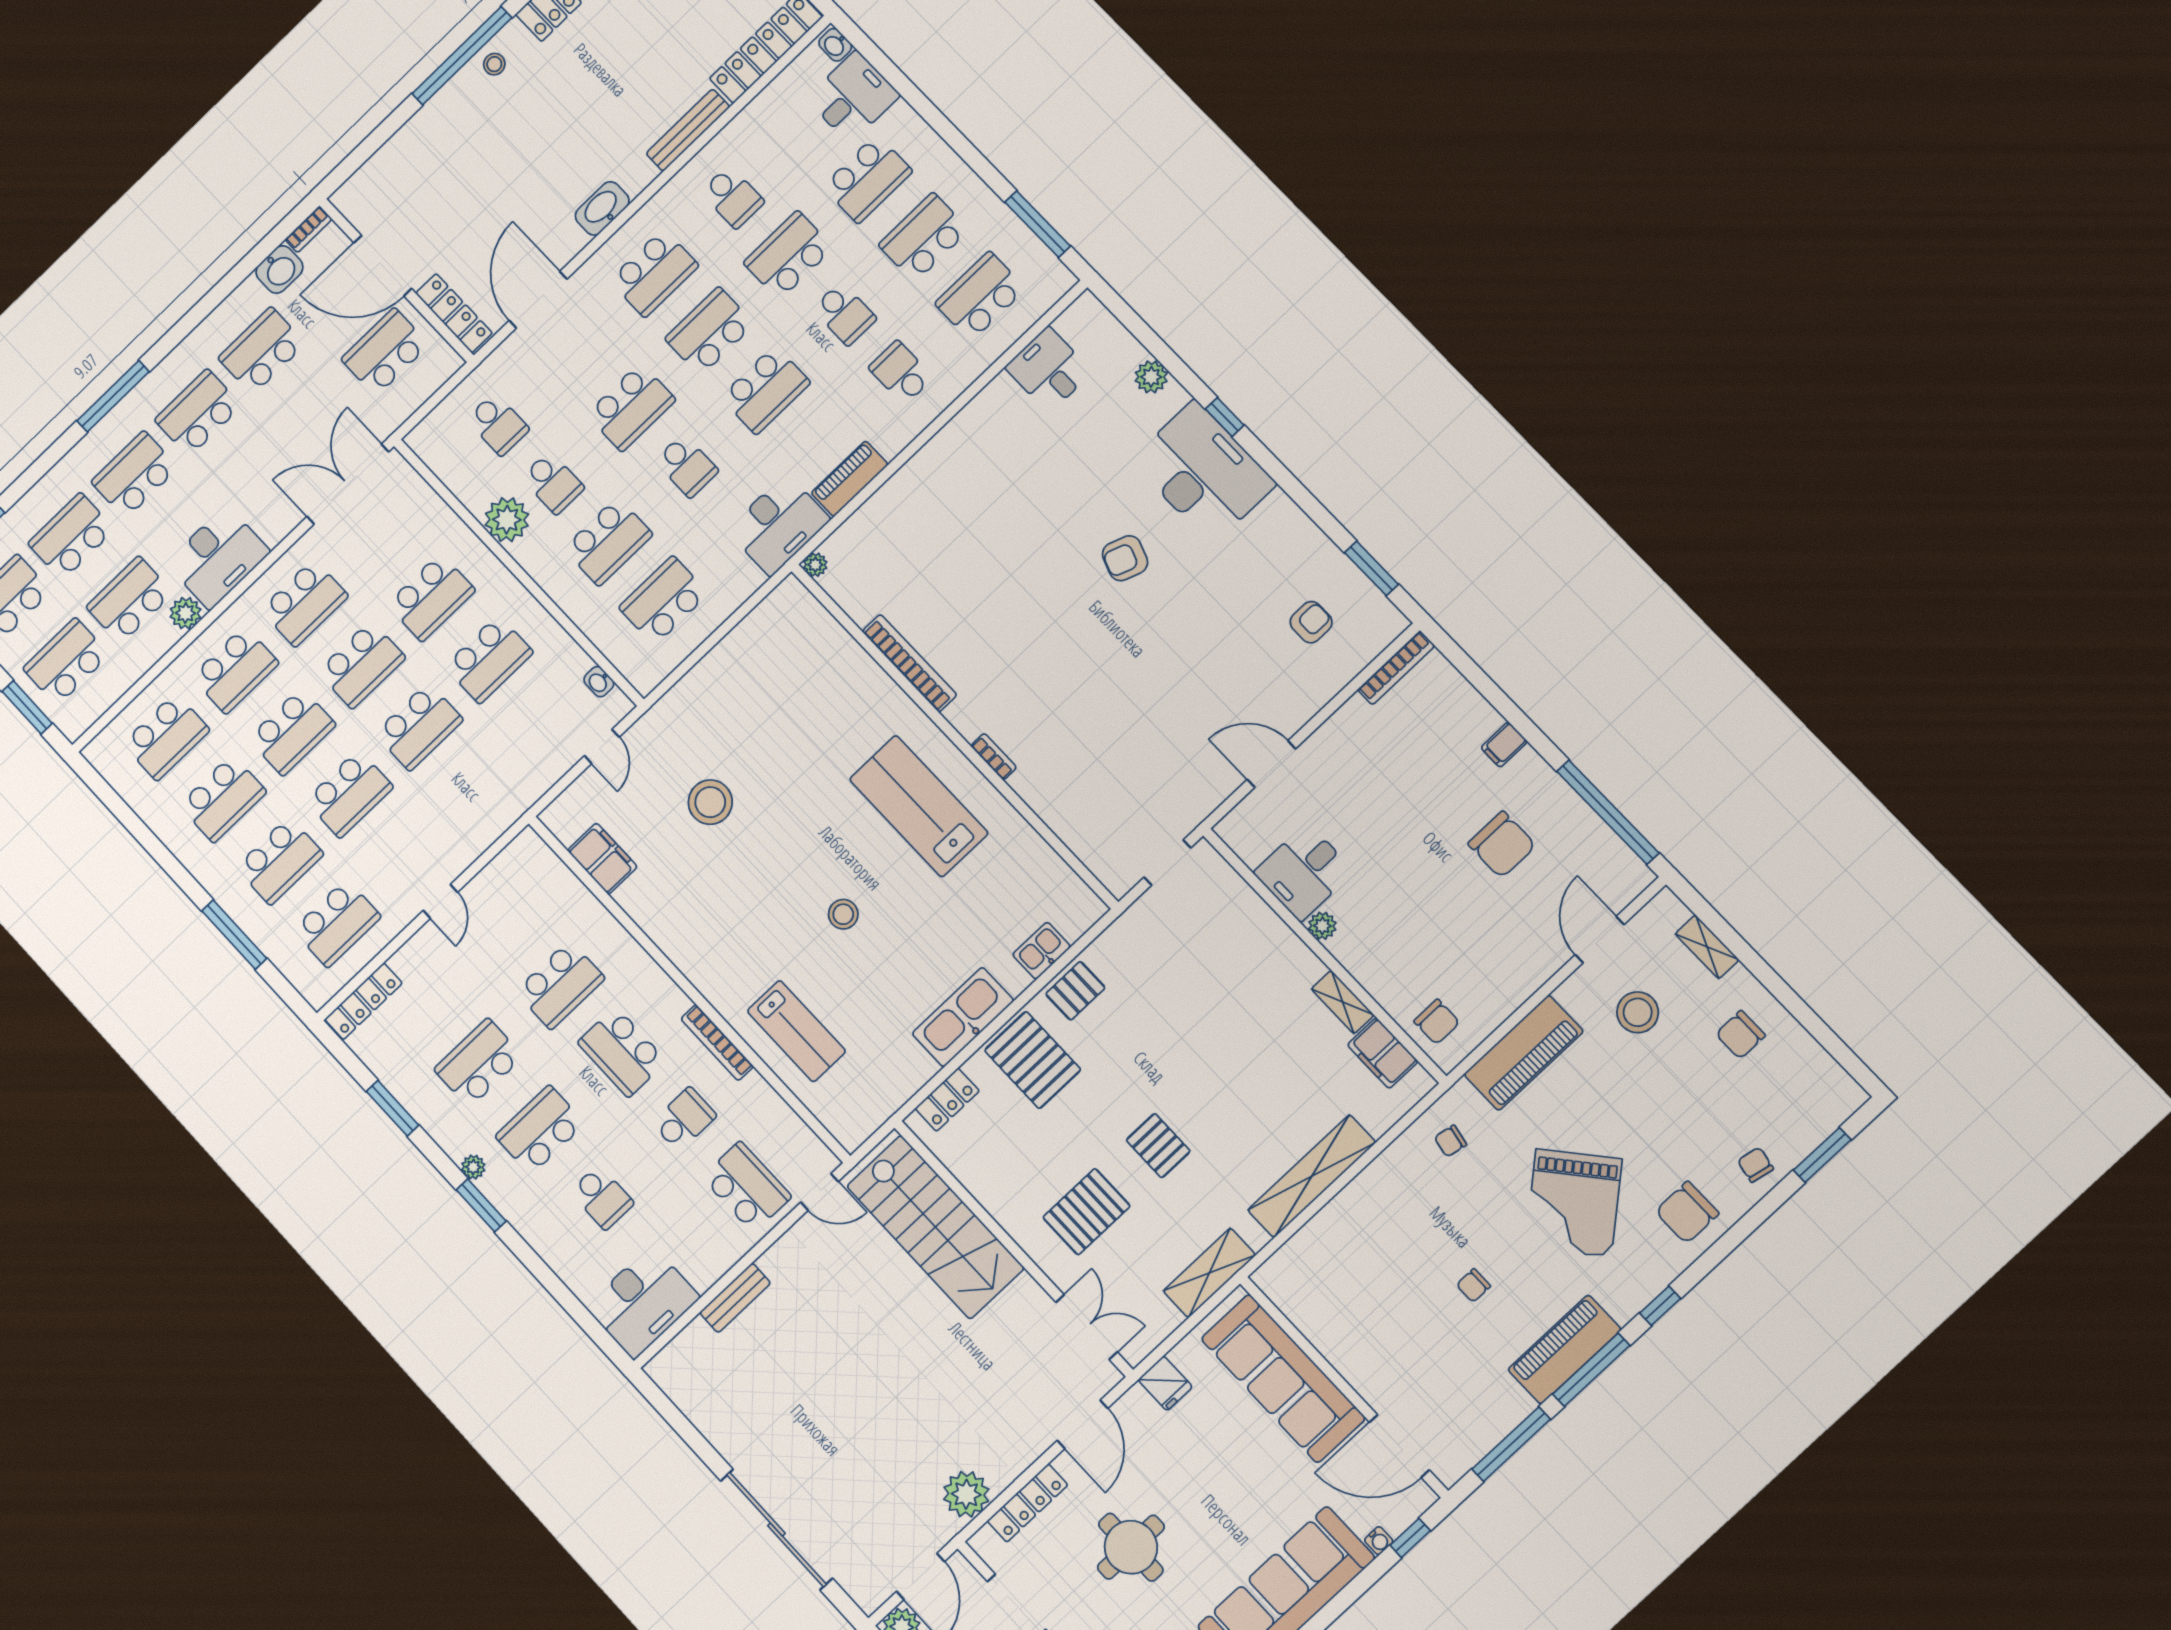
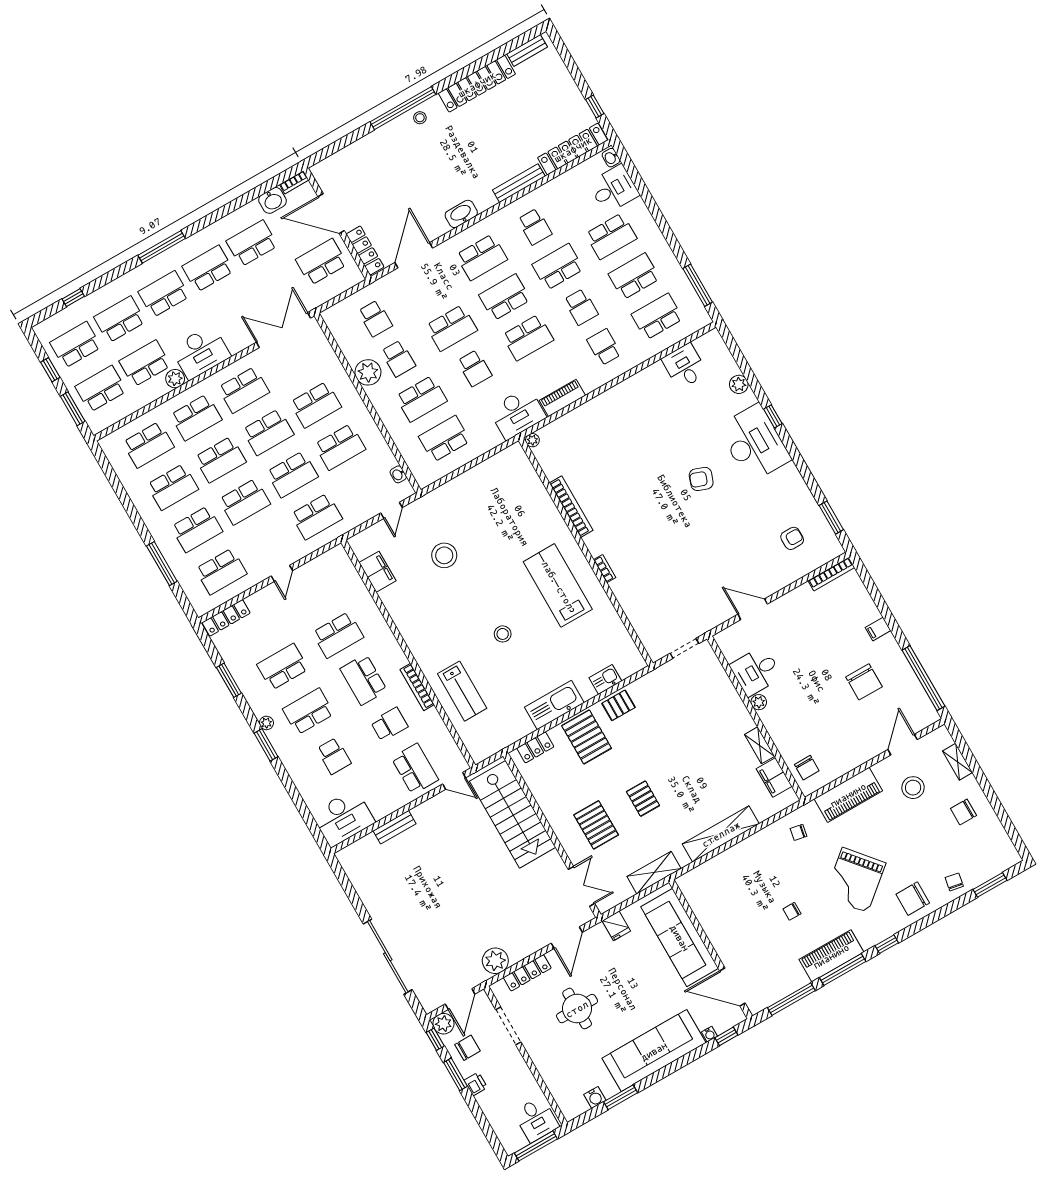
school desk: (477, 789) -> (317, 517), added
pallet: (1087, 1212) -> (596, 825), turned 90

